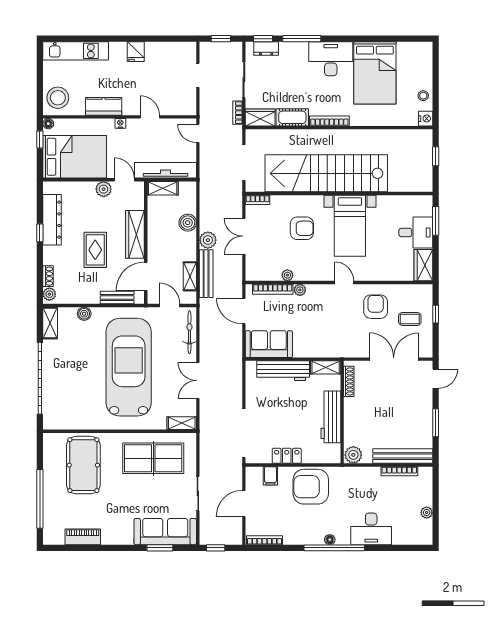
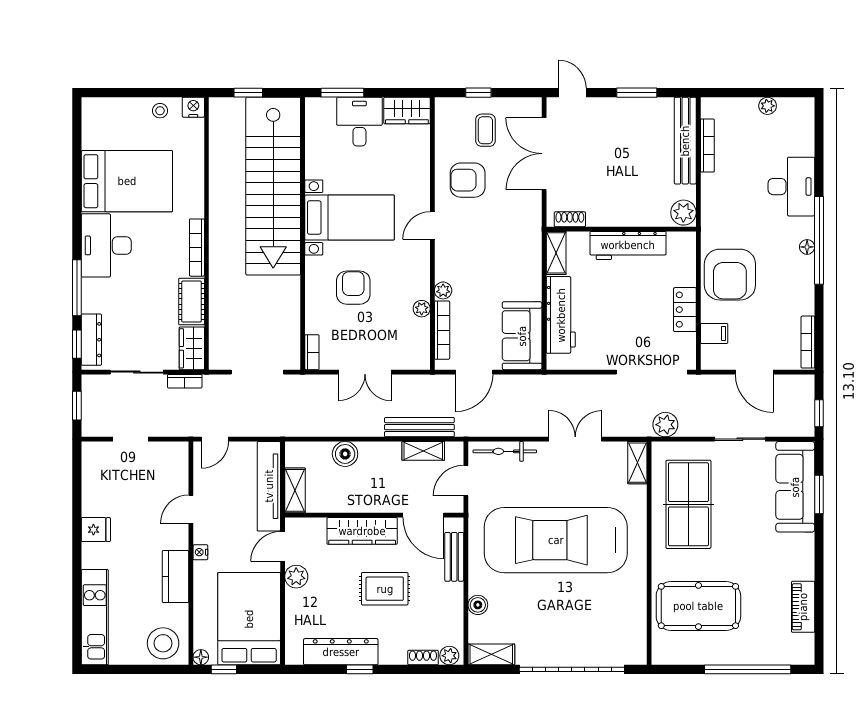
dresser: (266, 49) -> (91, 340), width x1.44
stairs: (326, 173) -> (273, 186), moved
plant: (208, 240) -> (665, 425), moved
double door: (198, 381) -> (575, 439), swing flipped
shoe rack: (349, 381) -> (570, 219), width x0.70

